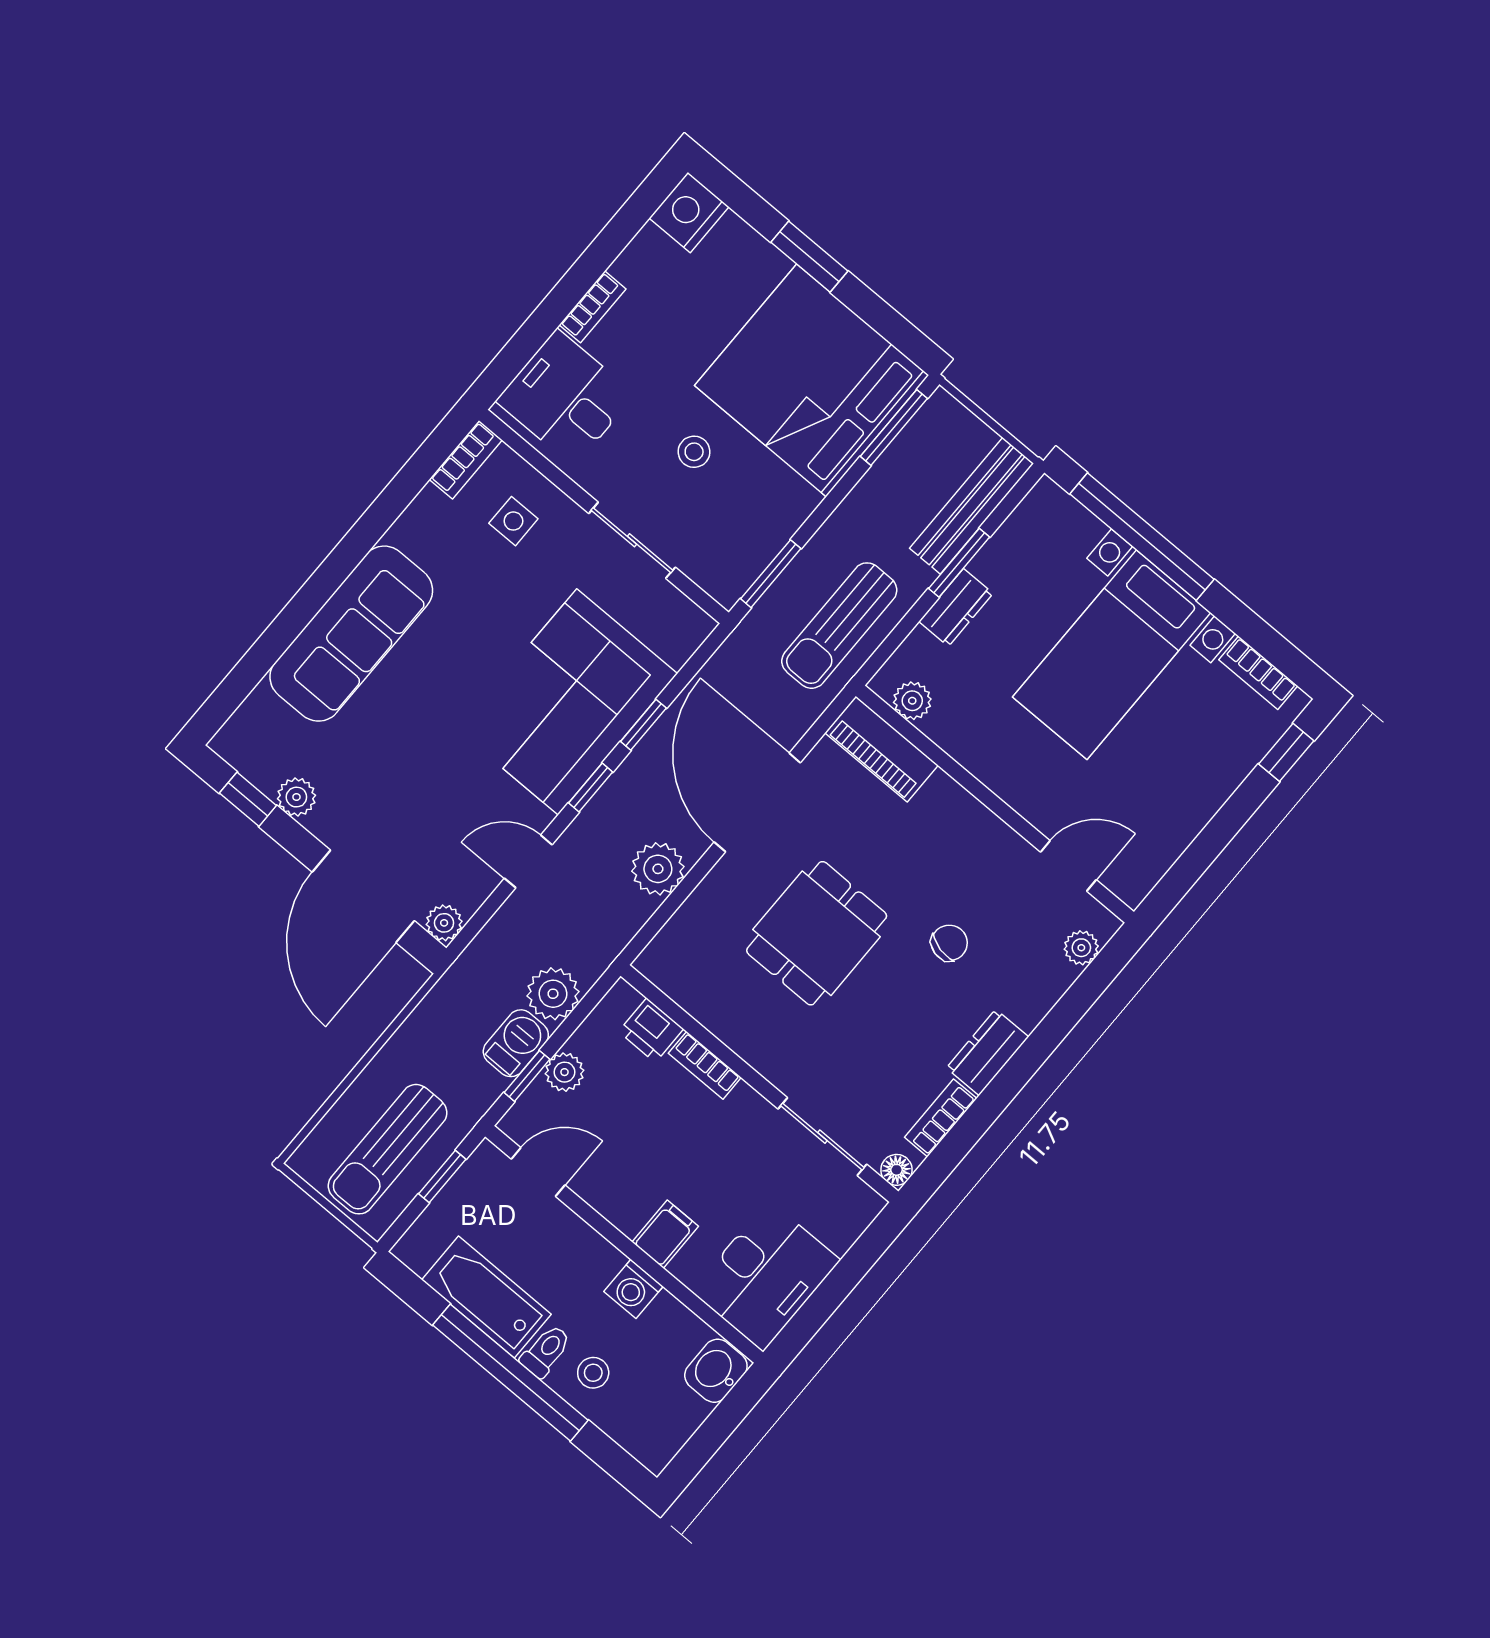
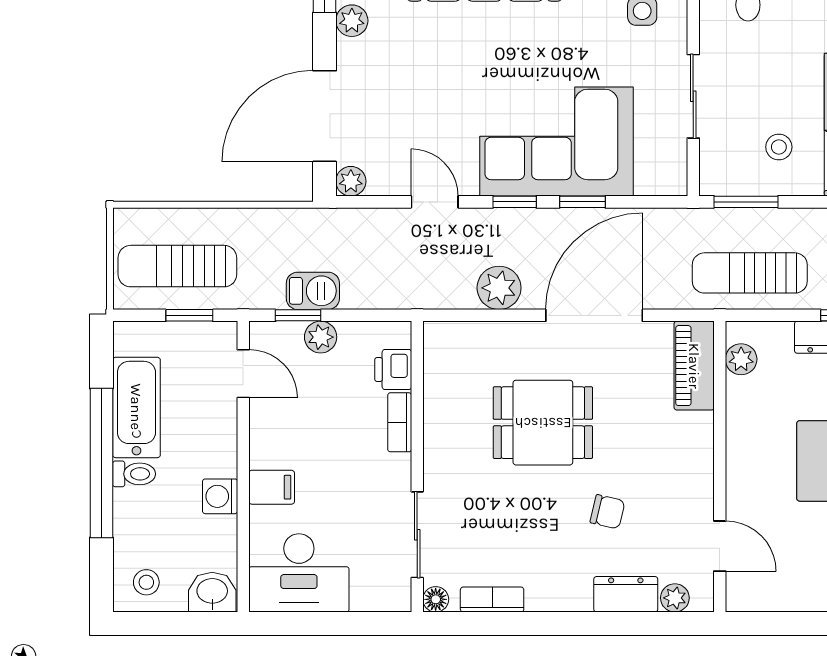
stool: (694, 452) -> (779, 147), moved
plant: (553, 994) -> (364, 288), removed
dresser: (987, 1052) -> (626, 594), moved
stool: (593, 1373) -> (146, 582), moved

